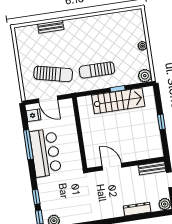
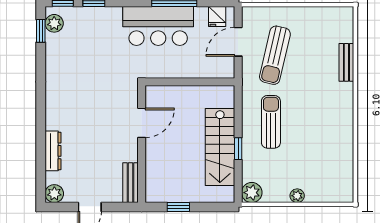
wall: (126, 165) -> (142, 144), moved
door: (112, 167) -> (142, 123), moved
bench: (152, 168) -> (130, 183), moved

